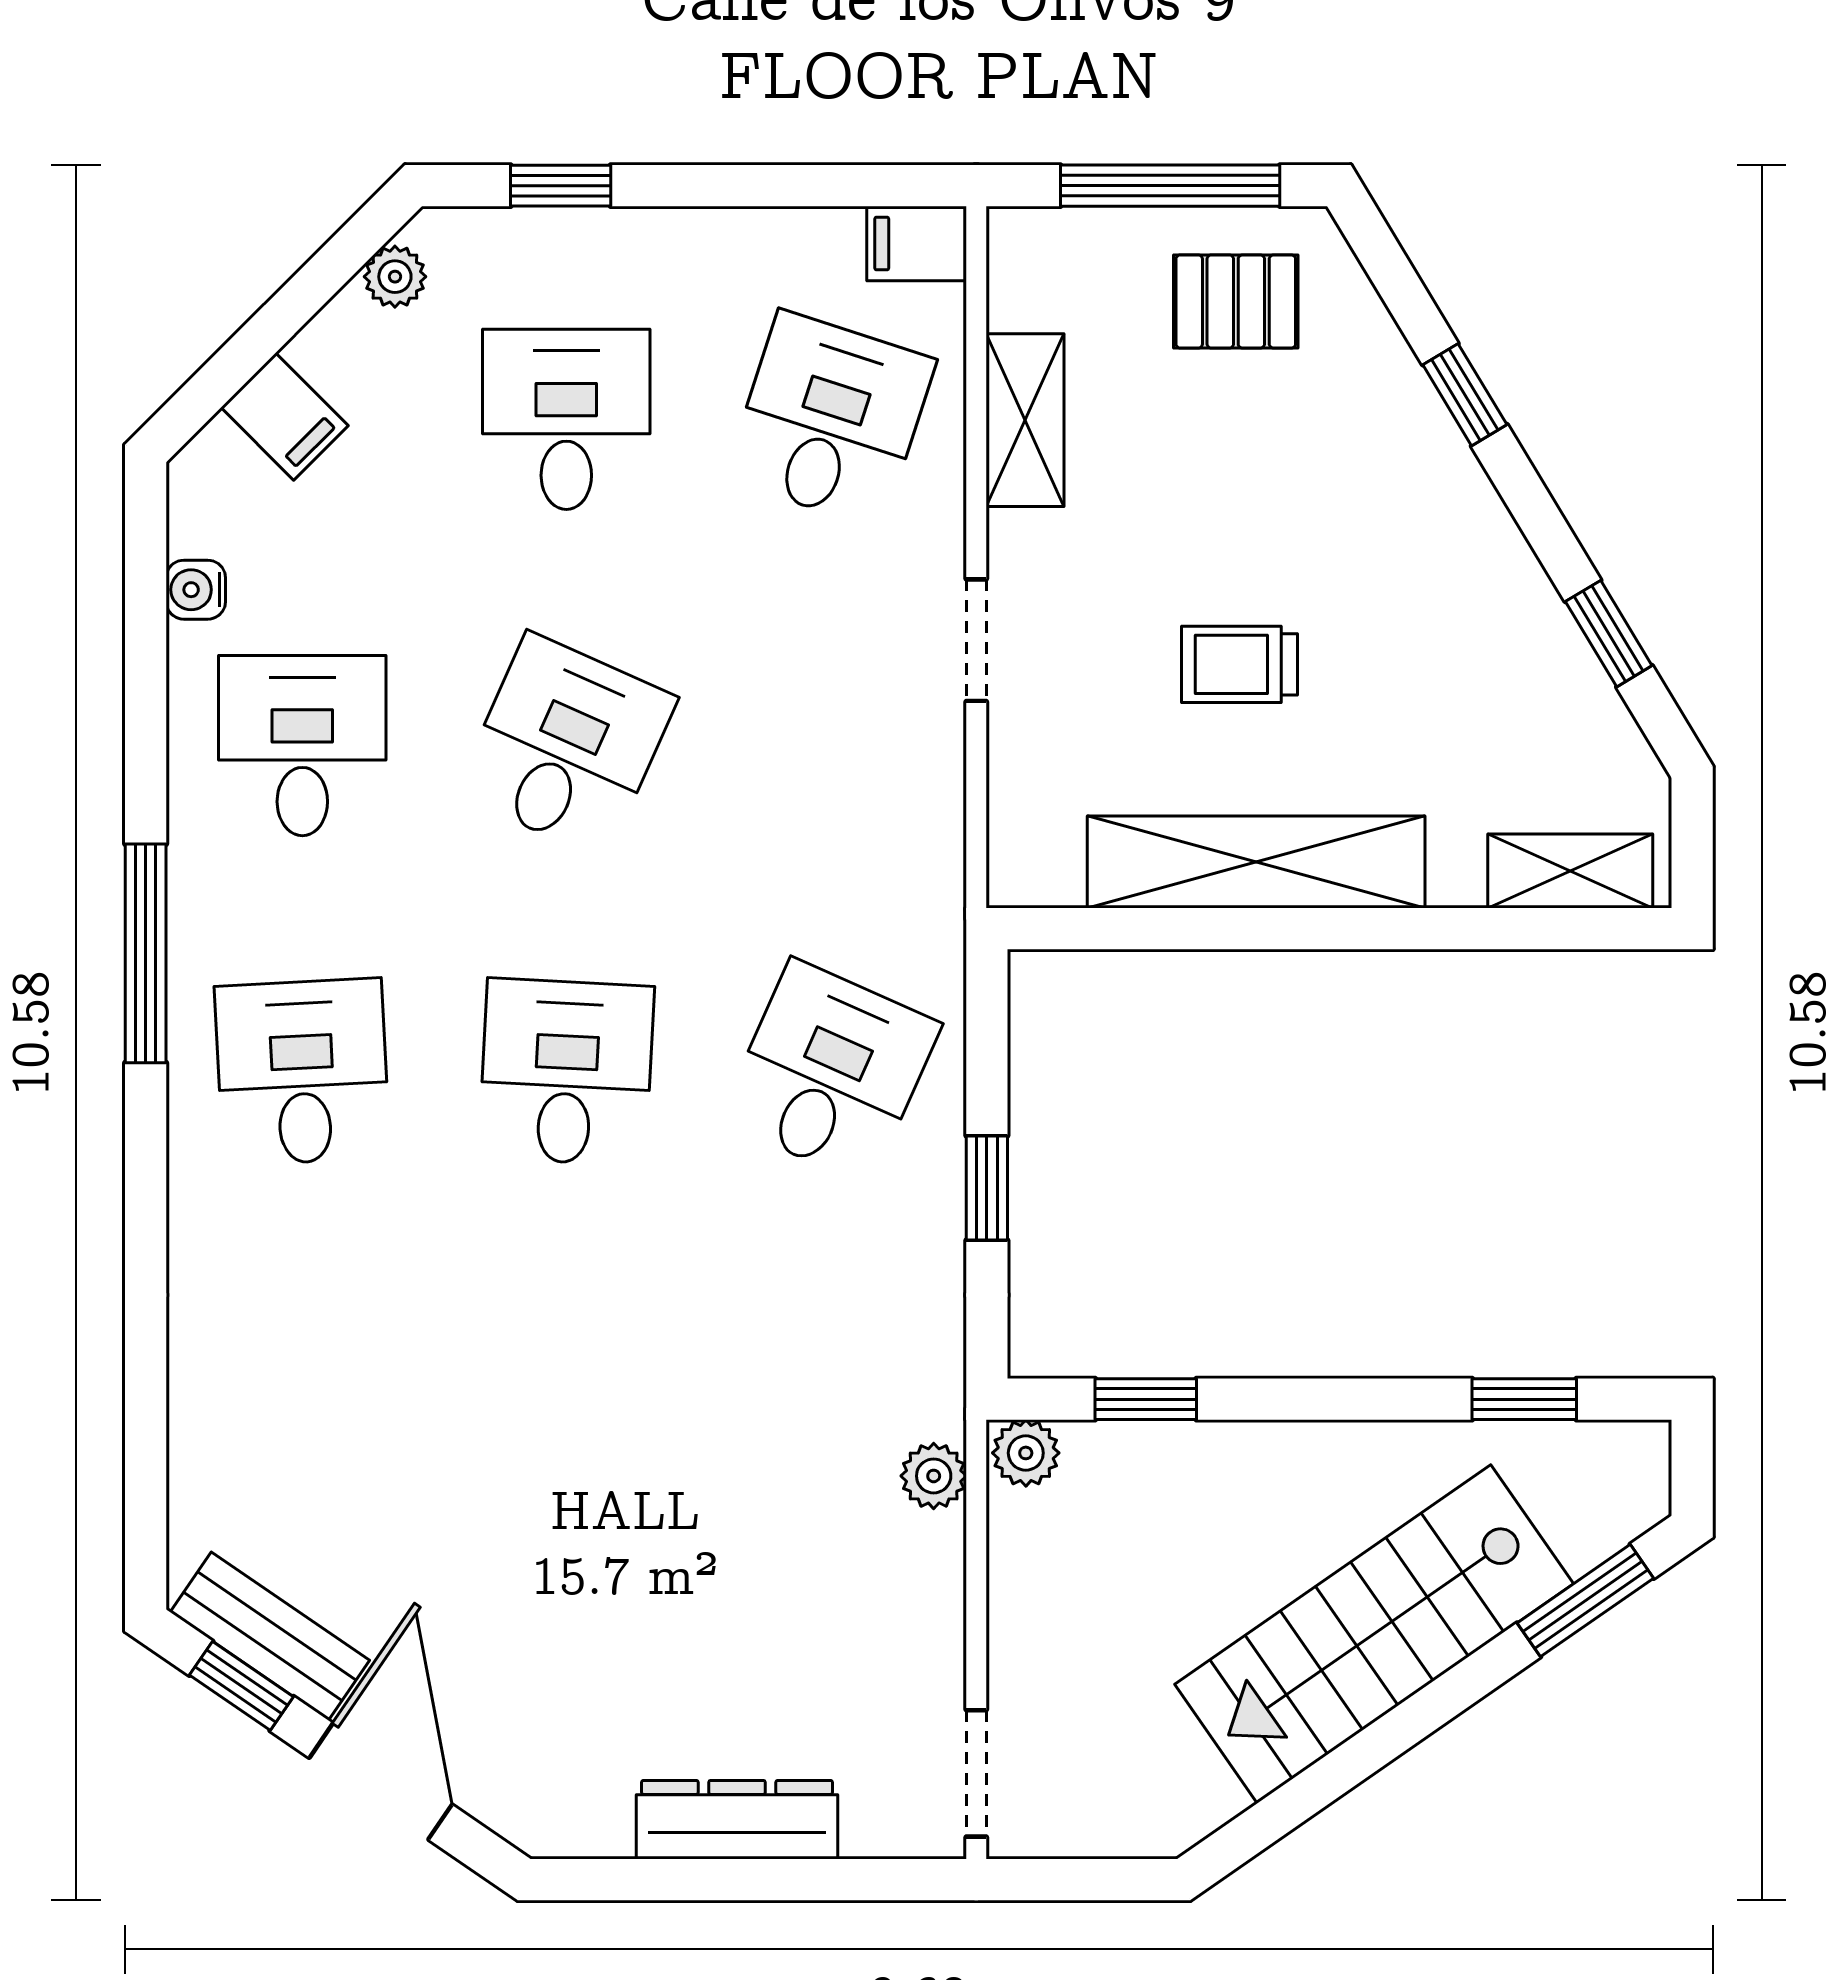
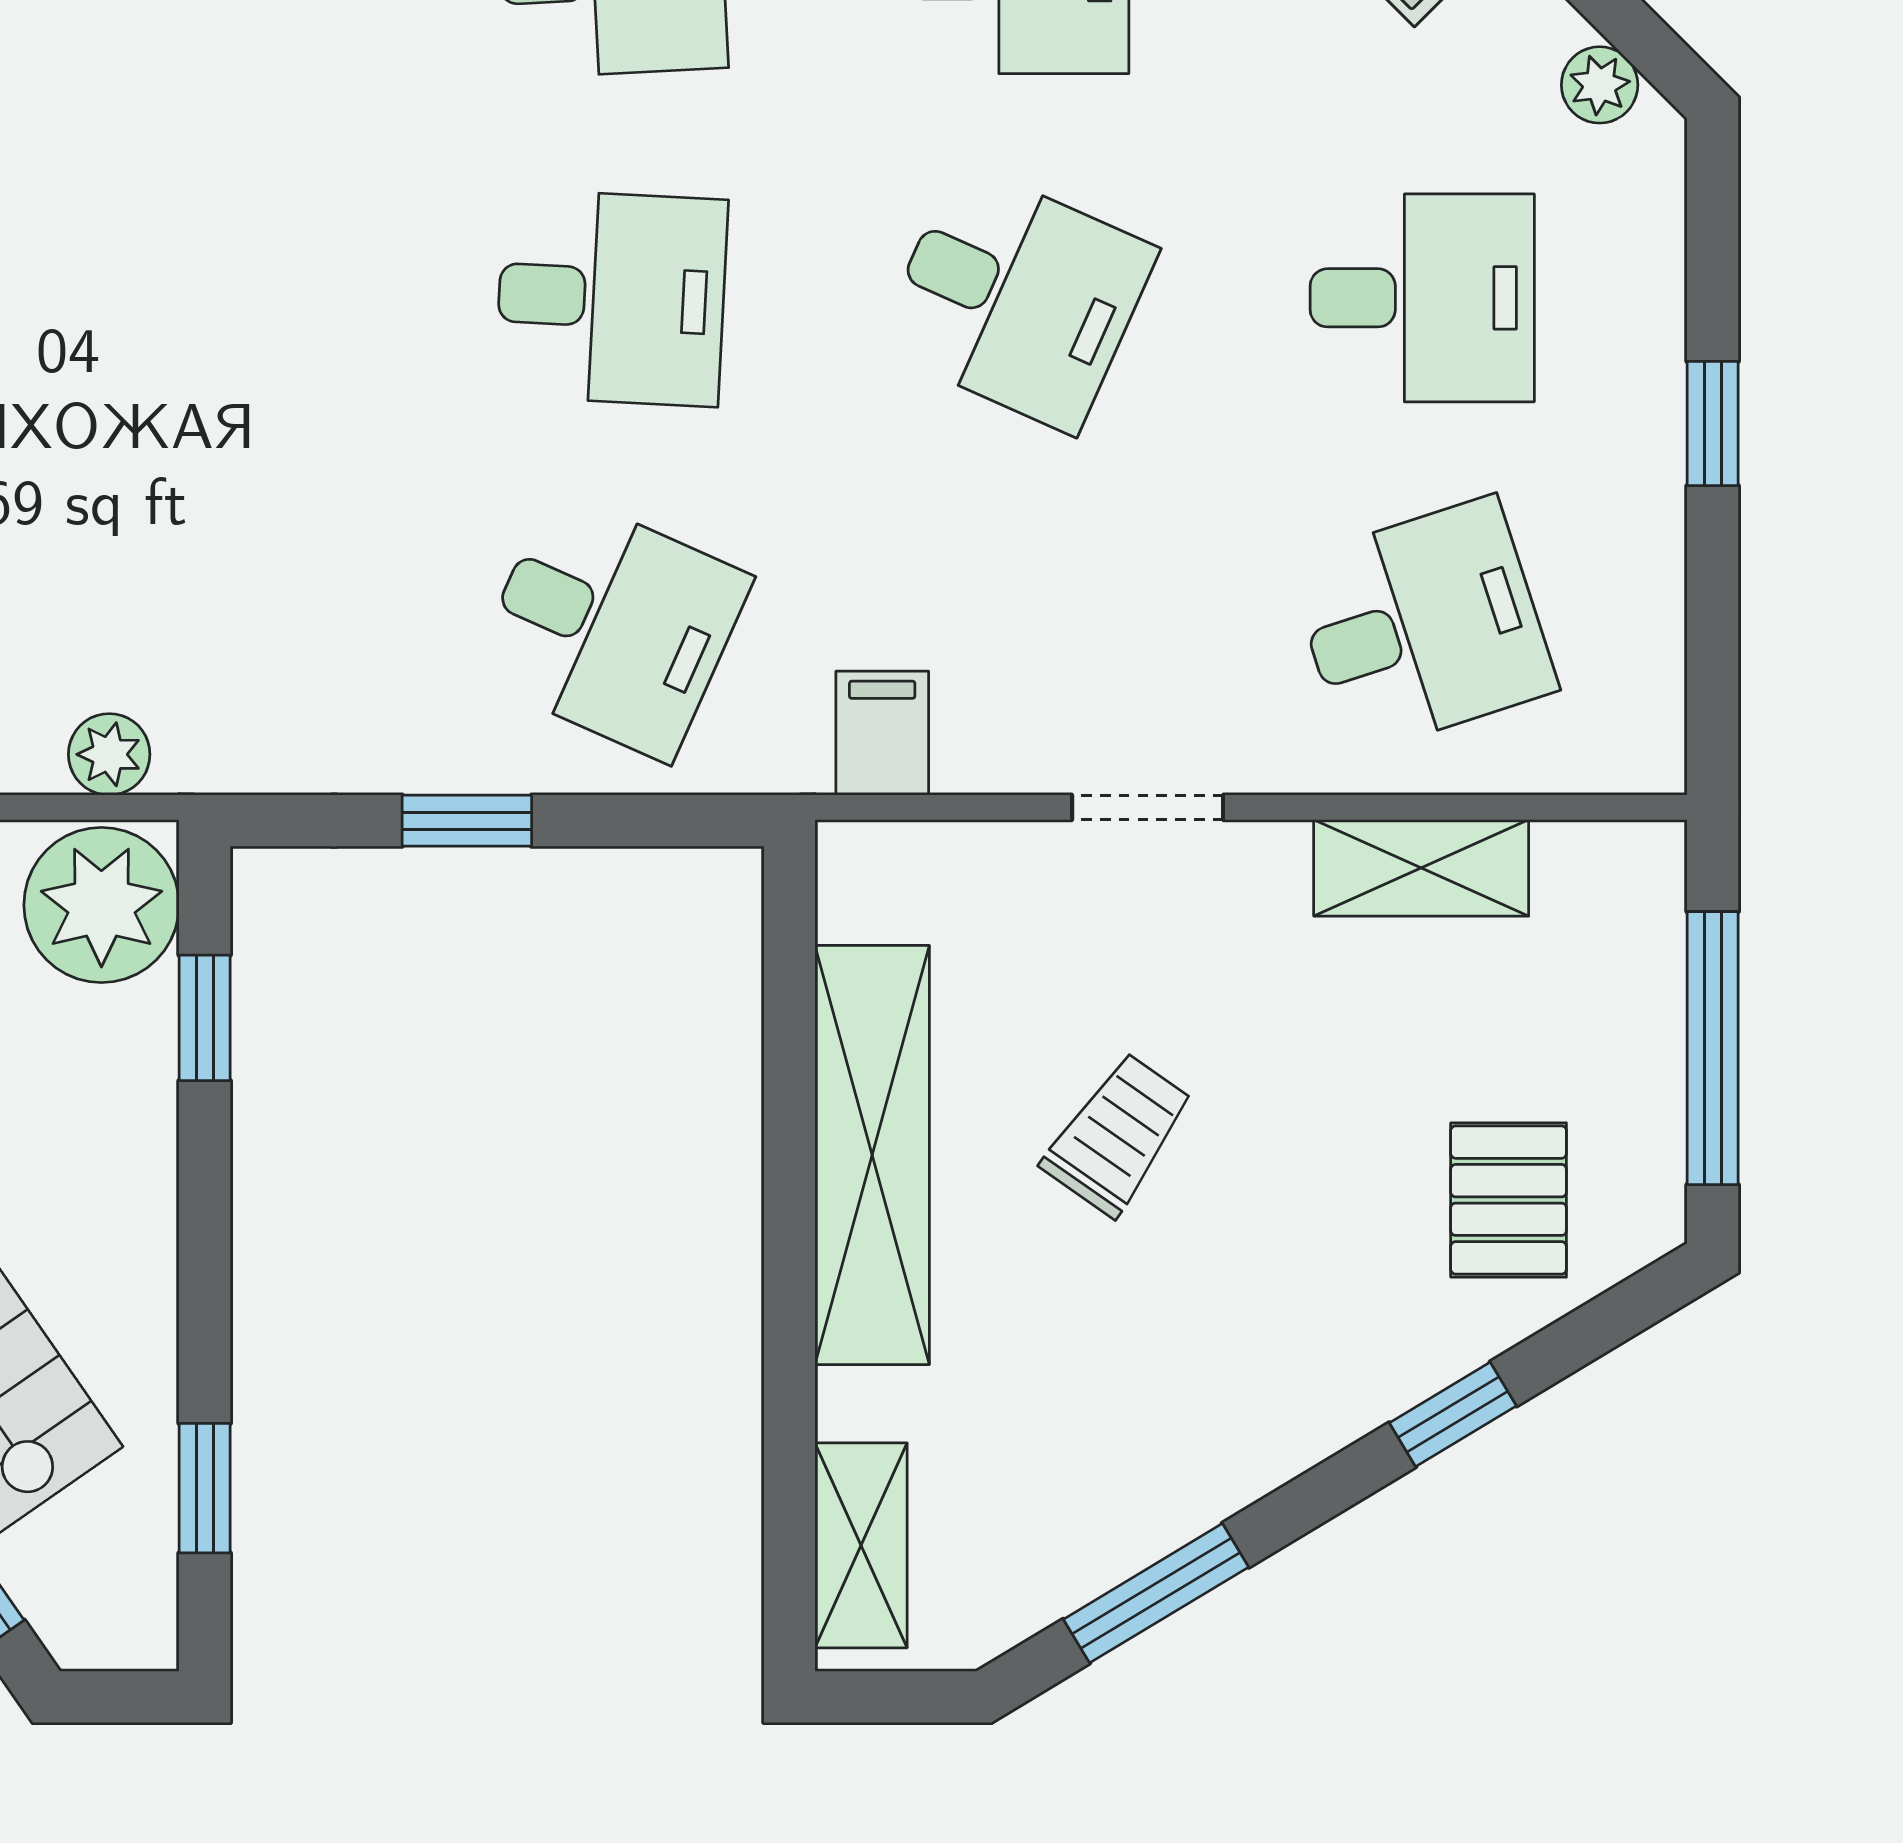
window: (561, 186) -> (1713, 423), moved
filing cabinet: (917, 244) -> (882, 733), moved
pallet: (1236, 301) -> (1509, 1200), moved
desk: (830, 419) -> (1422, 626), turned -36
window: (1609, 634) -> (1156, 1593), width x1.50
trolley: (1239, 664) -> (1118, 1134), turned 35
plant: (1026, 1453) -> (101, 905), width x1.88, depth x1.88

